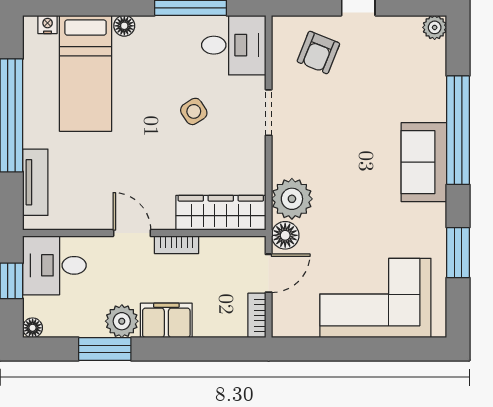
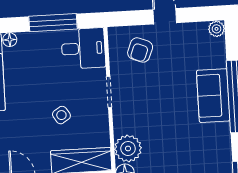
side table: (194, 111) -> (61, 115), moved
sofa: (424, 162) -> (213, 96), moved

